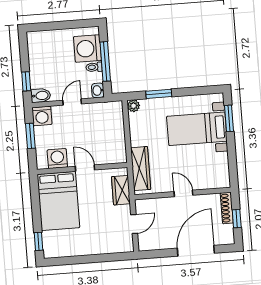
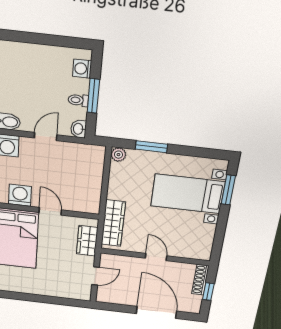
washing machine: (87, 49) -> (82, 69), width x0.53, depth x0.53
window: (105, 61) -> (93, 96), width x0.69
door: (196, 251) -> (156, 312), hinge flipped

